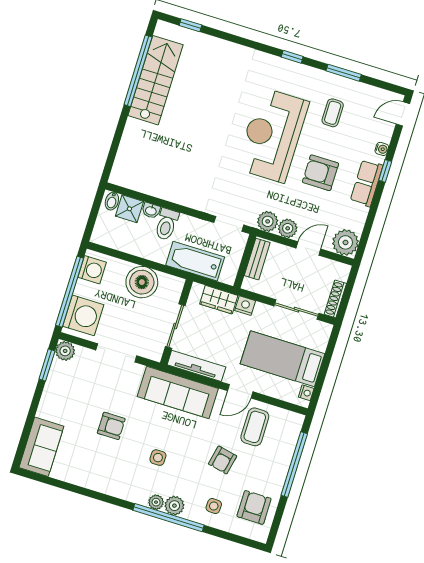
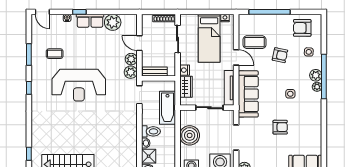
armchair: (320, 173) -> (92, 50), removed
plant: (345, 242) -> (113, 22), moved
armchair: (111, 426) -> (280, 127), turned 90

